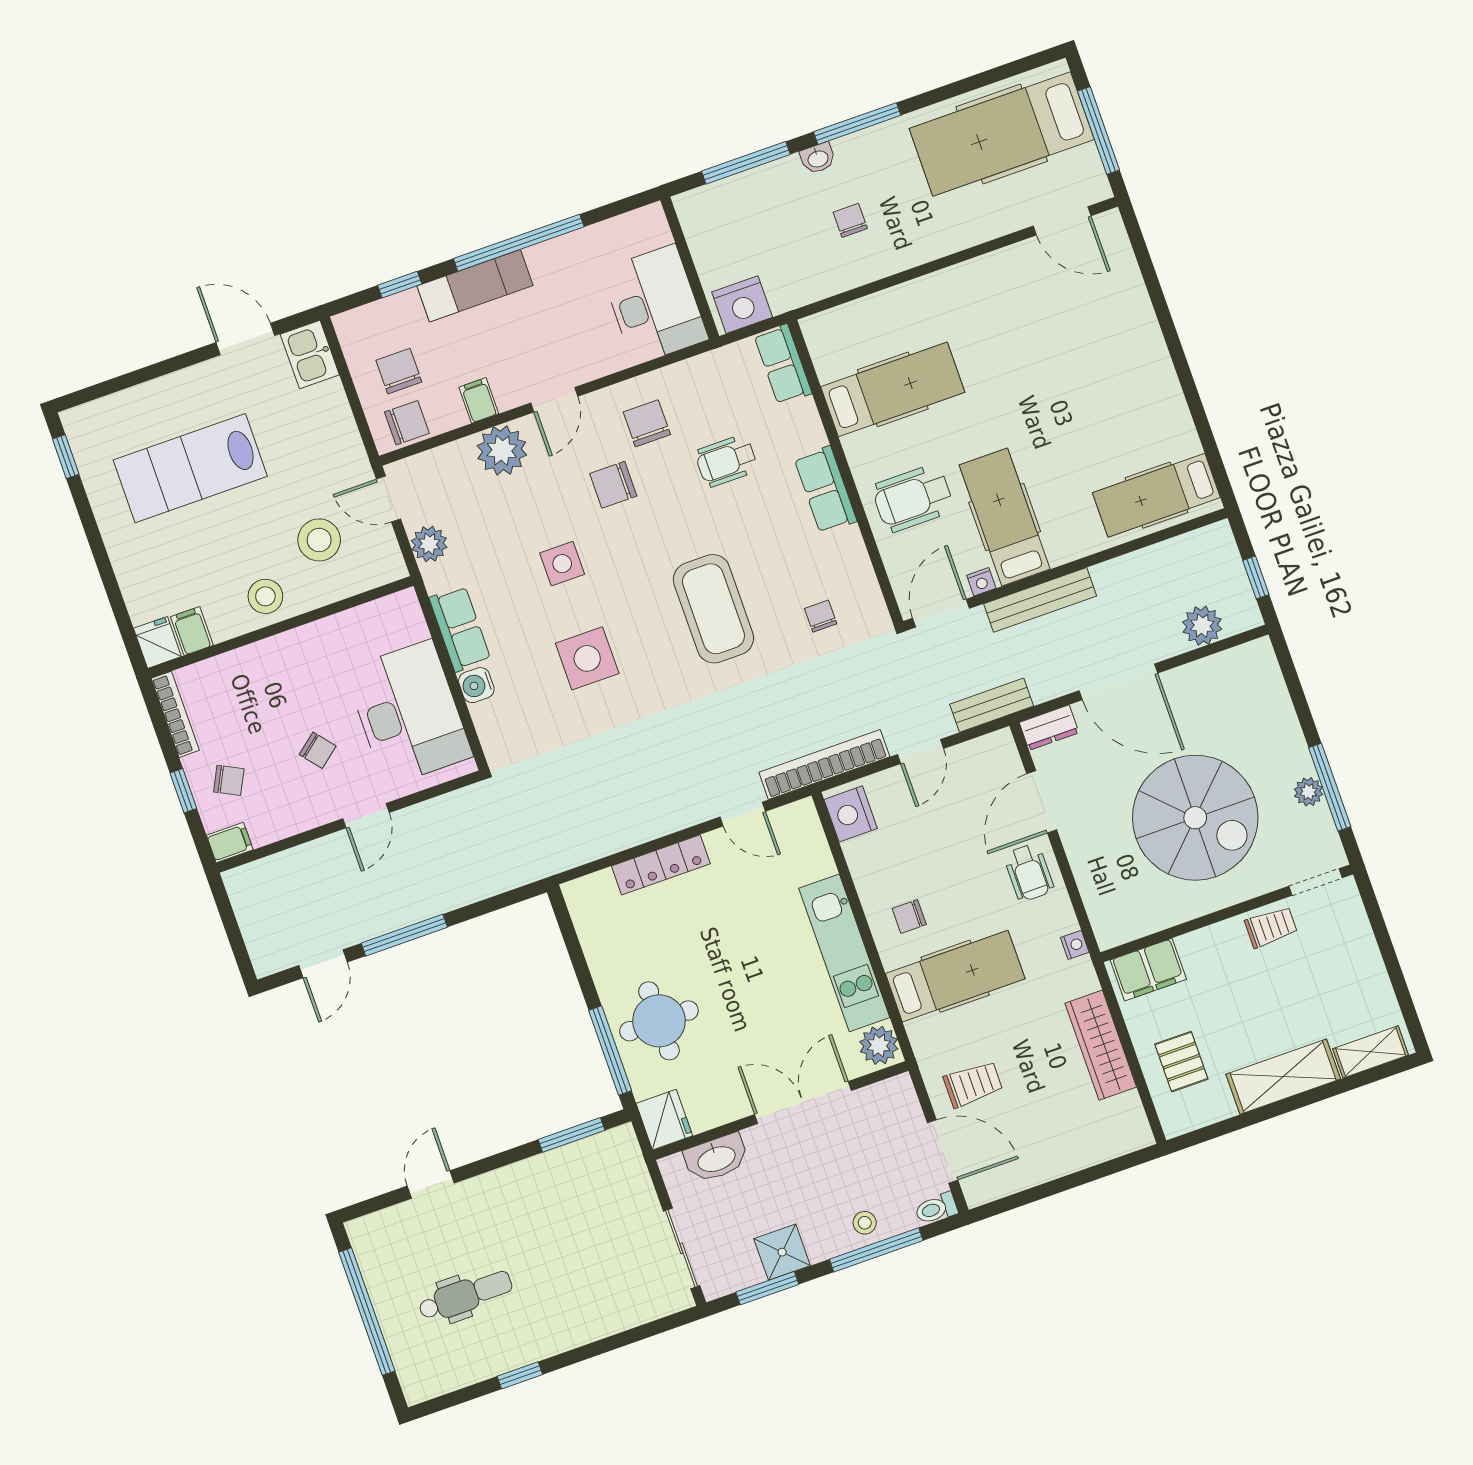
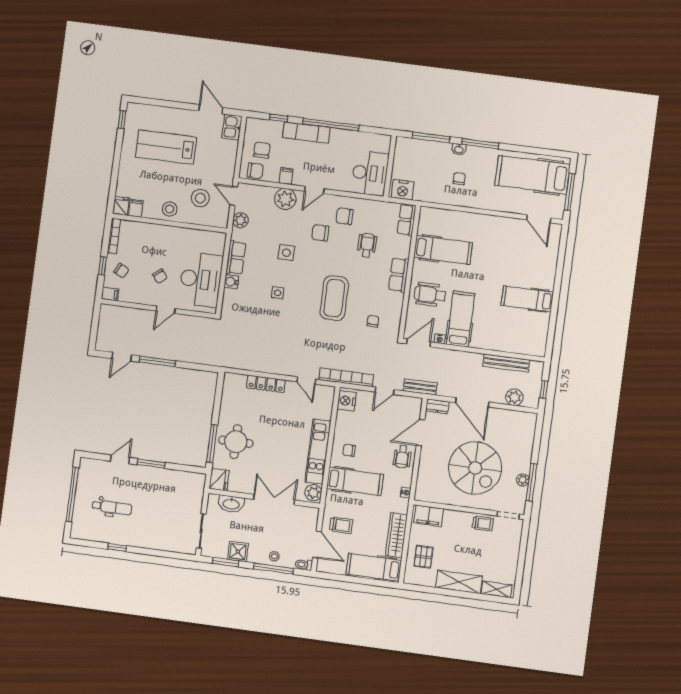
chair: (647, 423) -> (344, 216), turned -90
wheelchair: (726, 461) -> (367, 245), turned 90
hospital bed: (1156, 495) -> (527, 299), moved
bench: (1040, 600) -> (506, 363), moved
side table: (587, 658) -> (278, 293), width x0.54, depth x0.54
window: (571, 1135) -> (151, 464), moved
hospital bed: (1087, 1138) -> (374, 567), added

